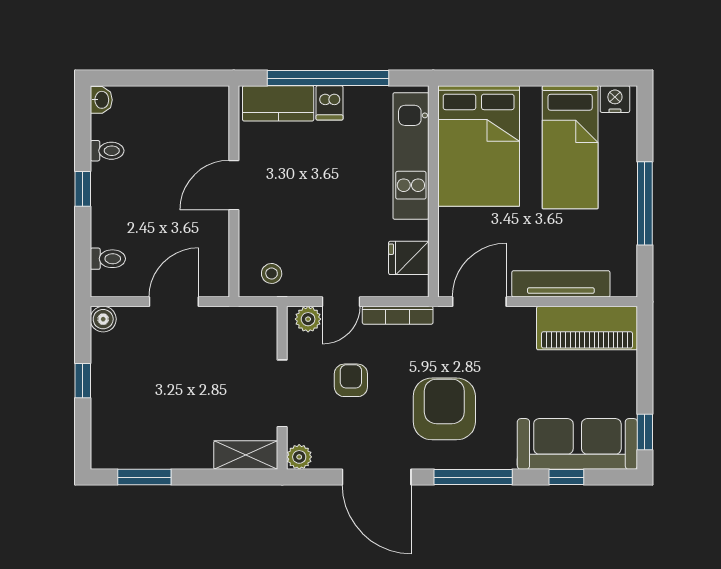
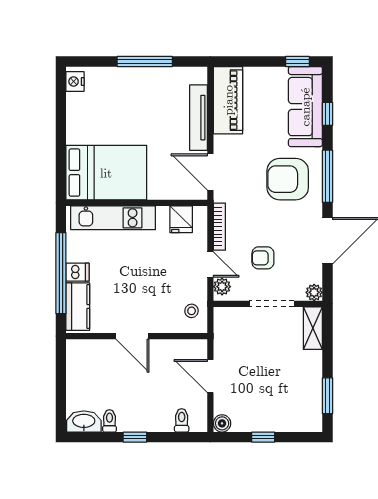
washbasin: (101, 100) -> (84, 421), width x1.91, depth x1.45
bed: (570, 147) -> (107, 111), removed
armchair: (444, 409) -> (288, 179), moved

